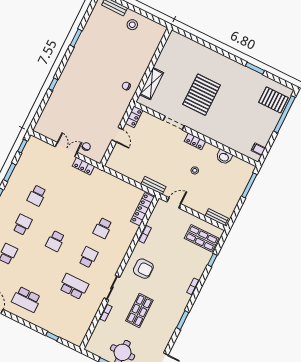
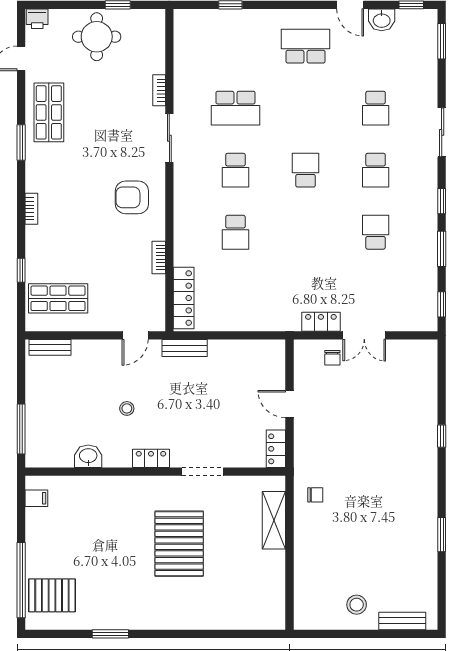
school desk: (103, 228) -> (235, 232), turned 180
shop shelf: (139, 310) -> (49, 112), moved

